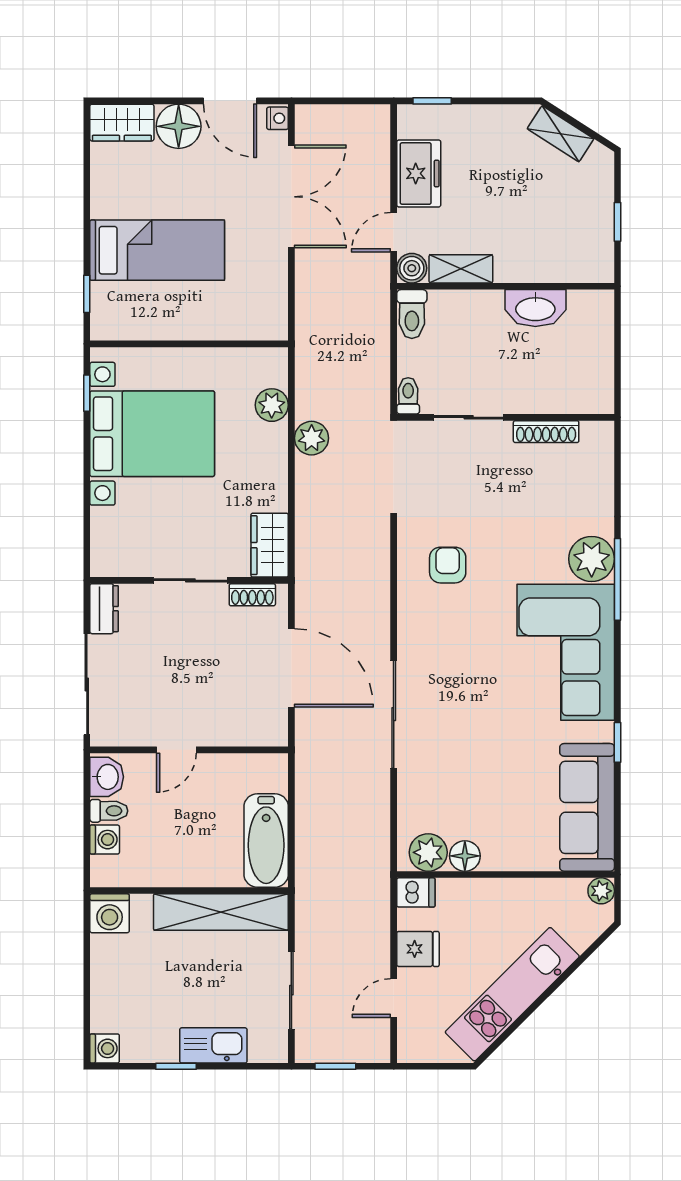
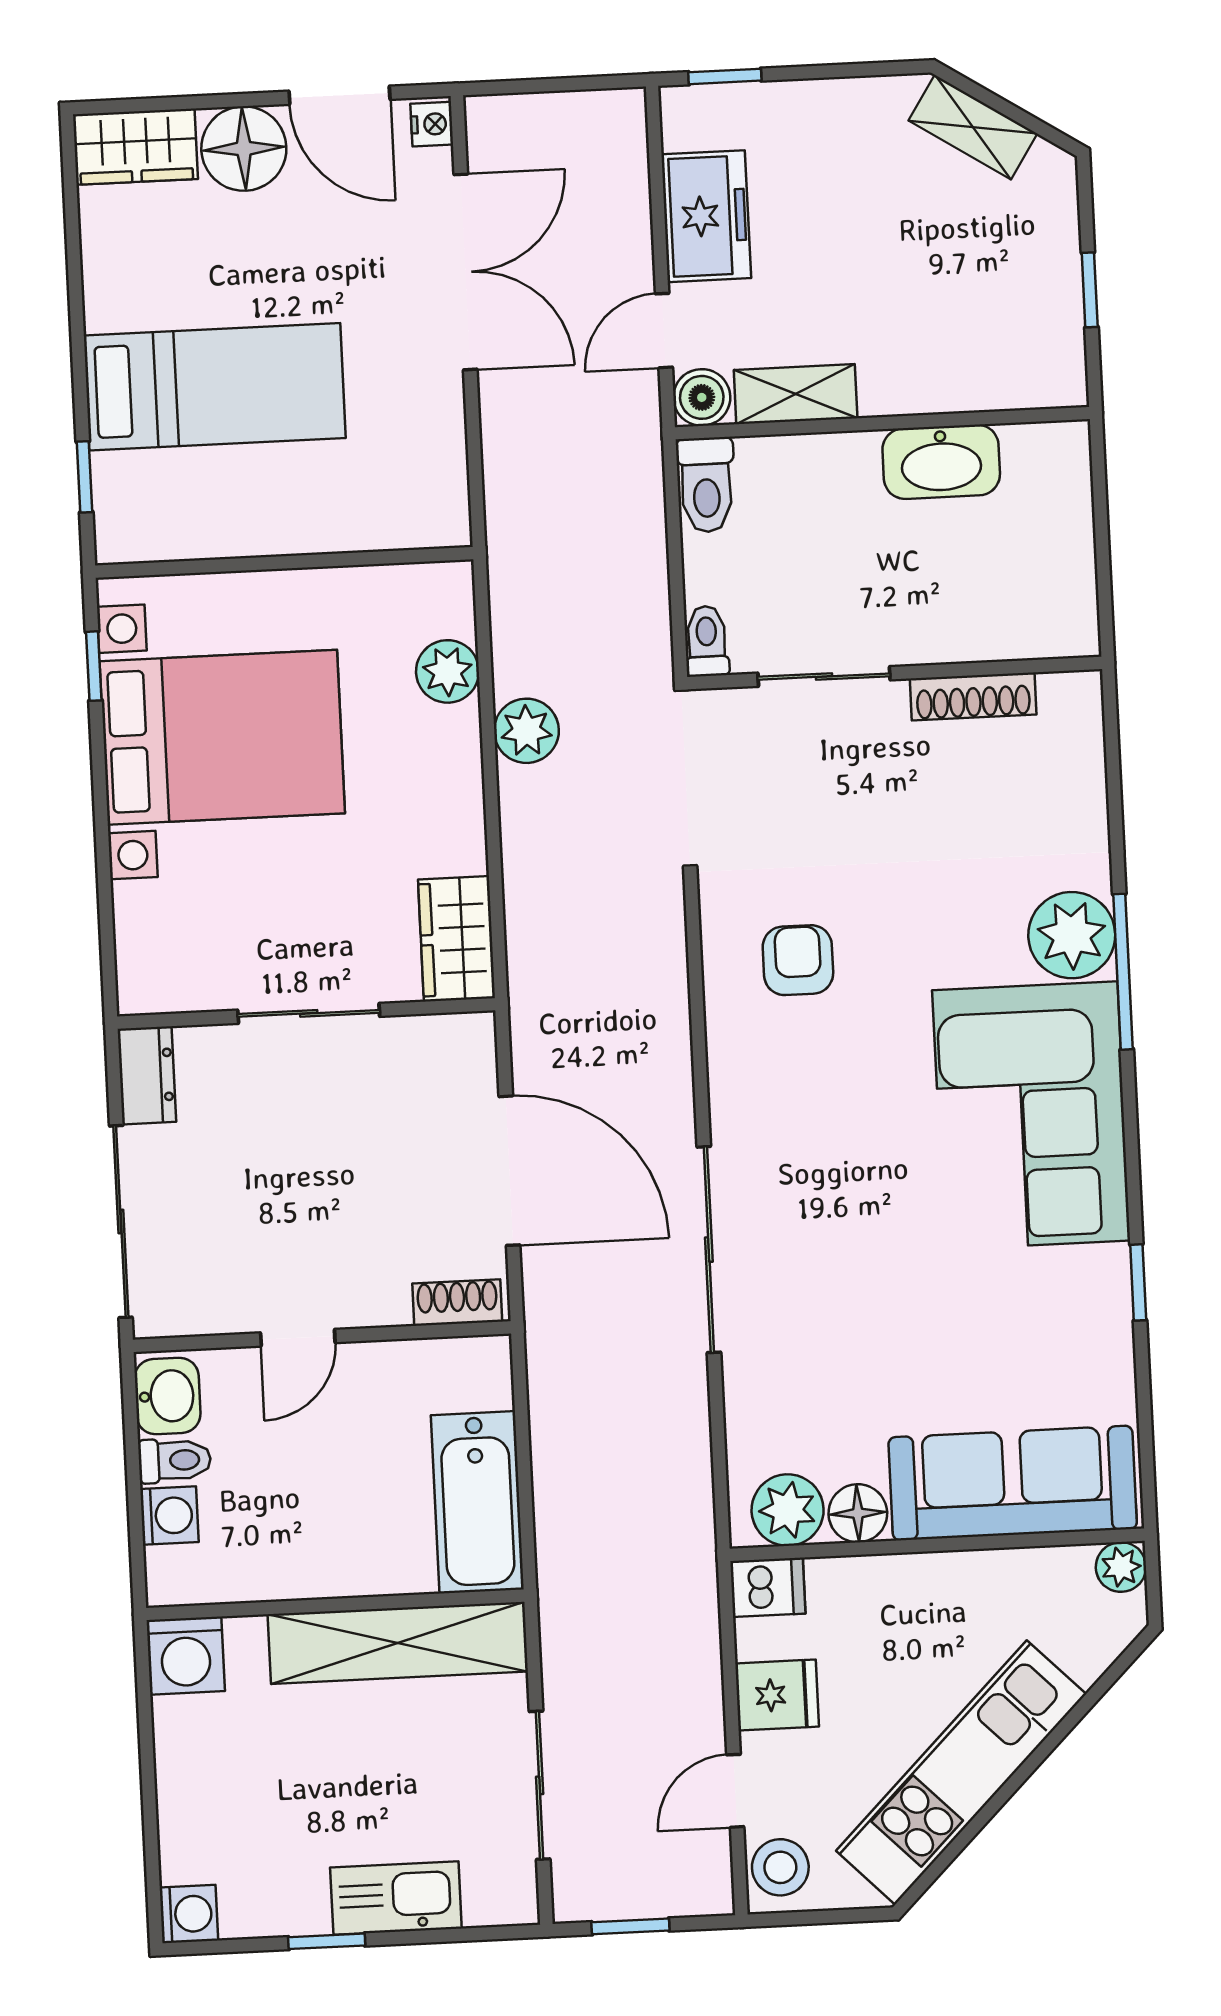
shoe rack: (252, 595) -> (457, 1302), moved, turned 180
sofa: (587, 807) -> (1013, 1483), moved, turned 90
stool: (415, 1039) -> (780, 1867), added

